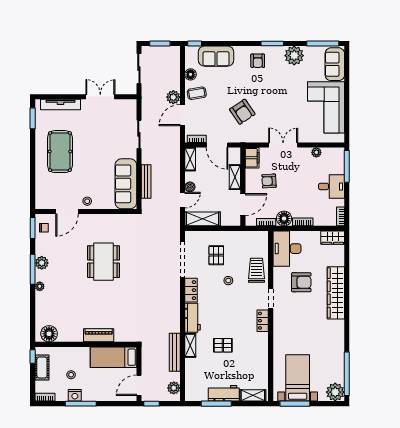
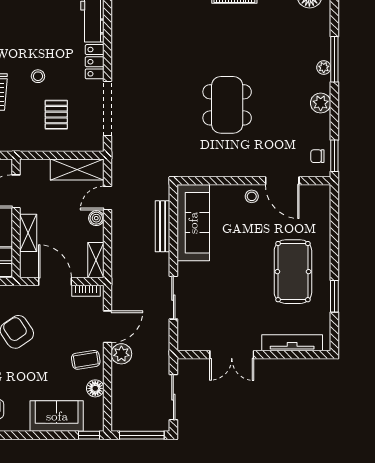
window: (160, 44) -> (142, 435), width x1.44
window: (33, 118) -> (334, 296), moved
door: (67, 211) -> (282, 181), swing flipped
window: (33, 269) -> (334, 59), moved

